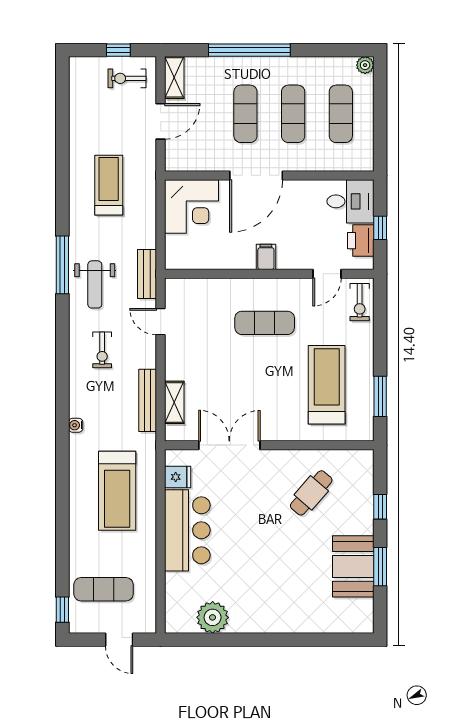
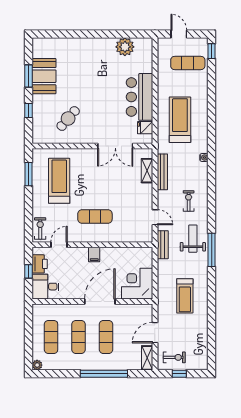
treadmill: (327, 385) -> (59, 181), turned 180

